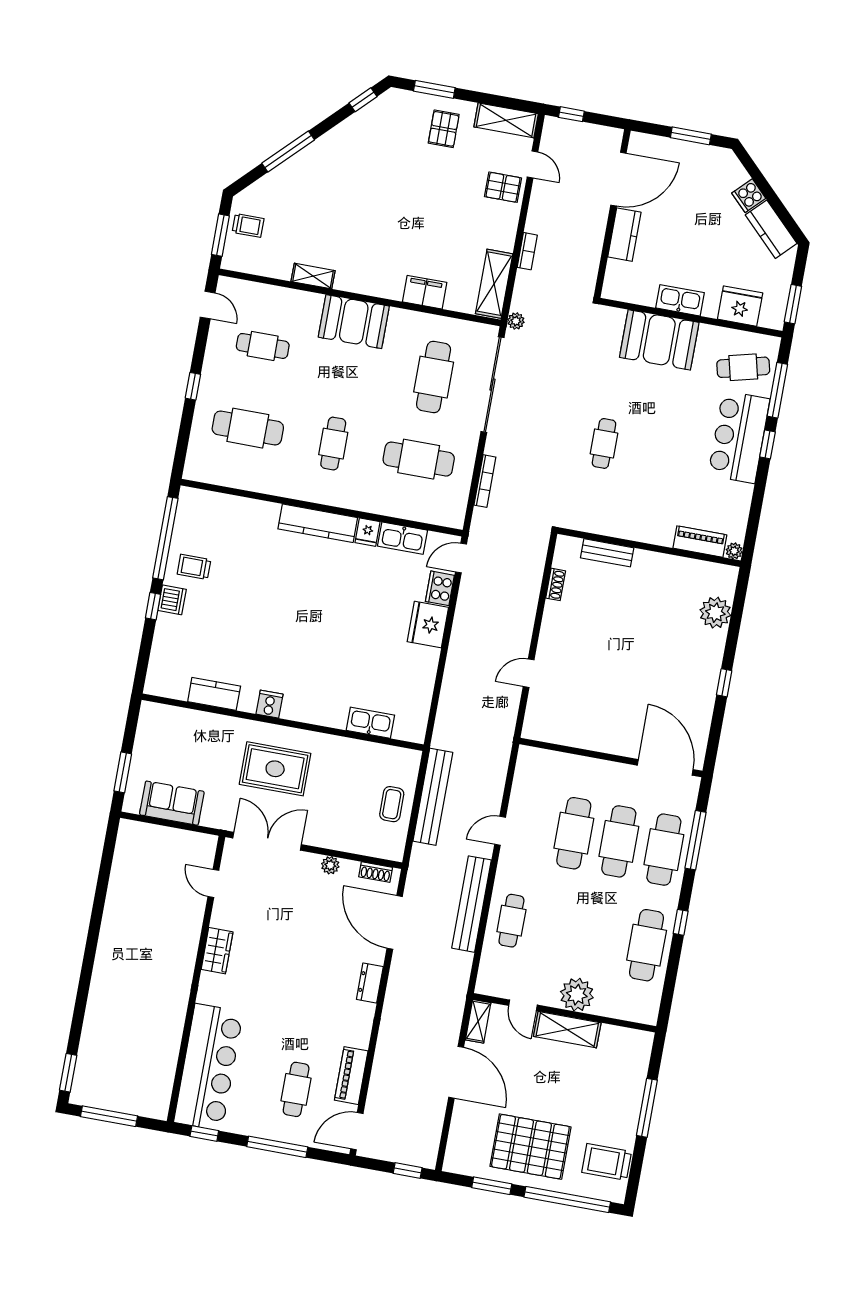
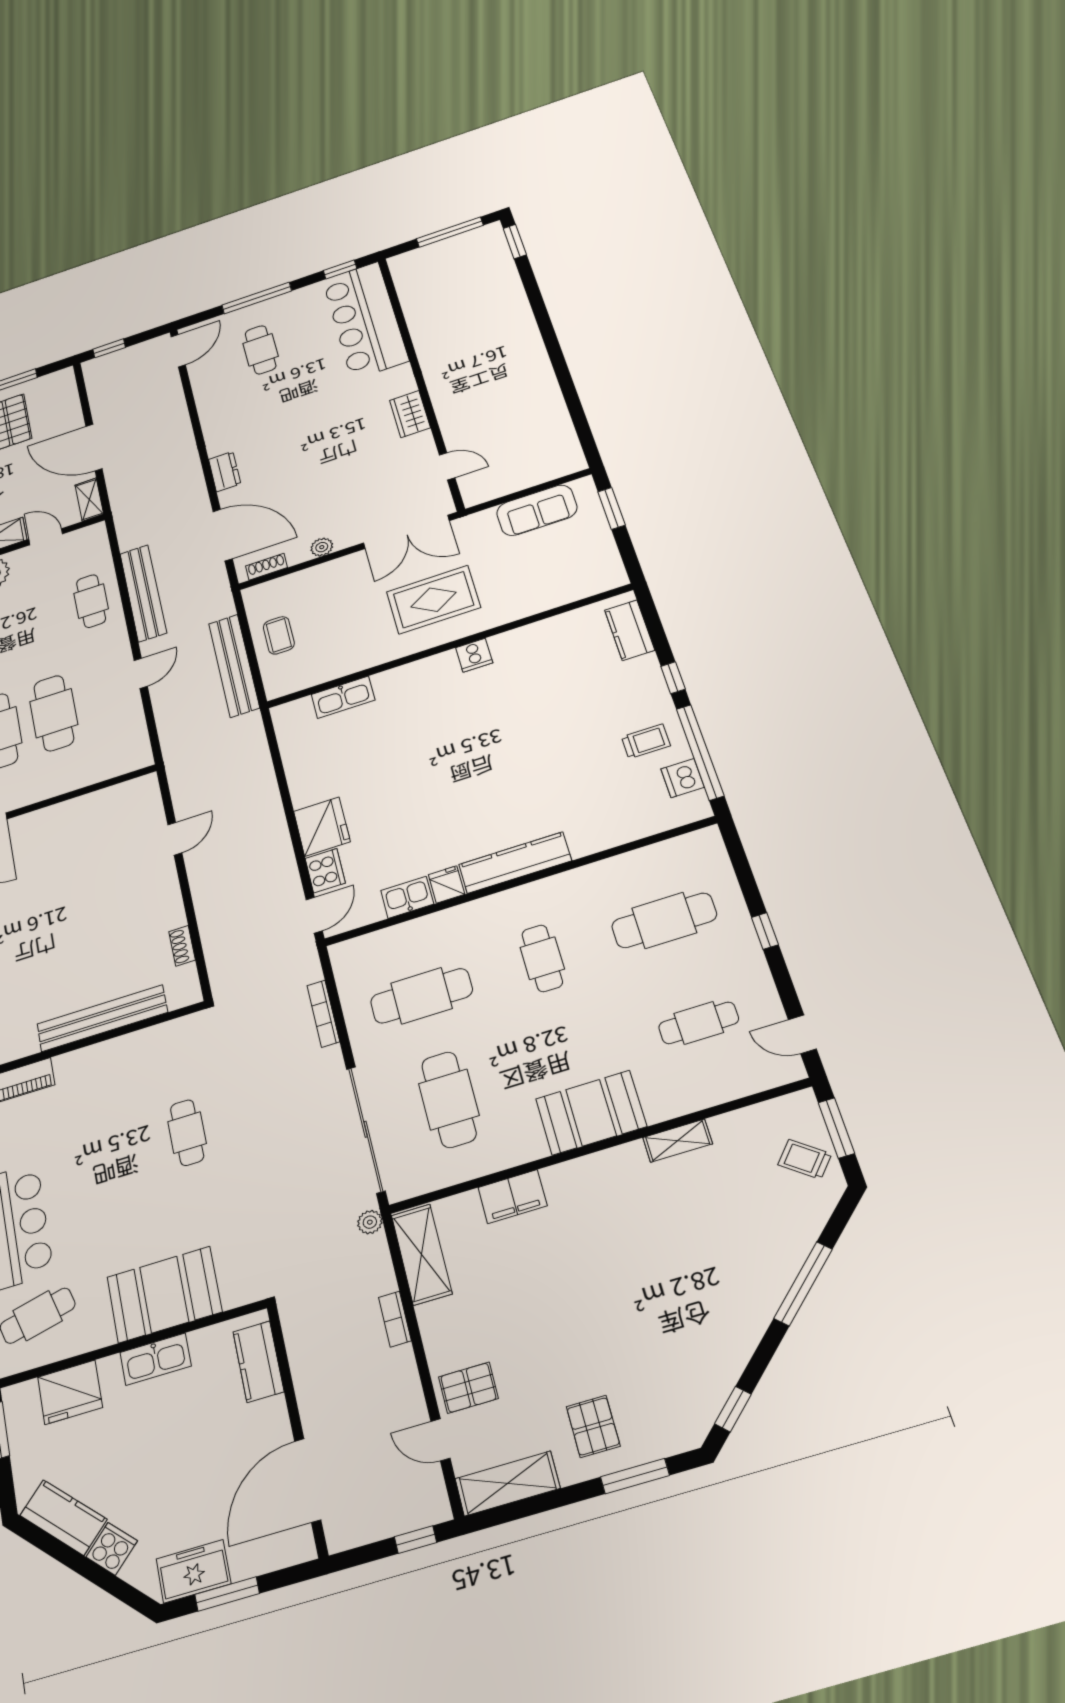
freezer: (705, 159) -> (193, 1571), added
trolley: (248, 225) -> (805, 1159), turned 39
kitchen counter: (624, 235) -> (258, 1362), moved
kitchen sink: (403, 538) -> (407, 897), width x0.73
bench: (607, 553) -> (102, 1018), width x1.86, depth x1.21
dishwasher: (172, 600) -> (683, 778), moved
kitchen counter: (214, 694) -> (630, 630), moved, turned 90
piano: (351, 1076) -> (207, 389), removed

